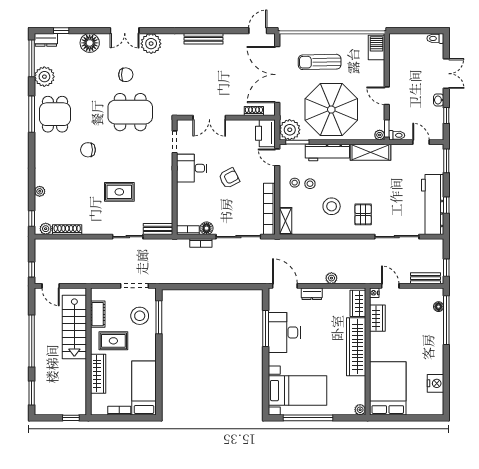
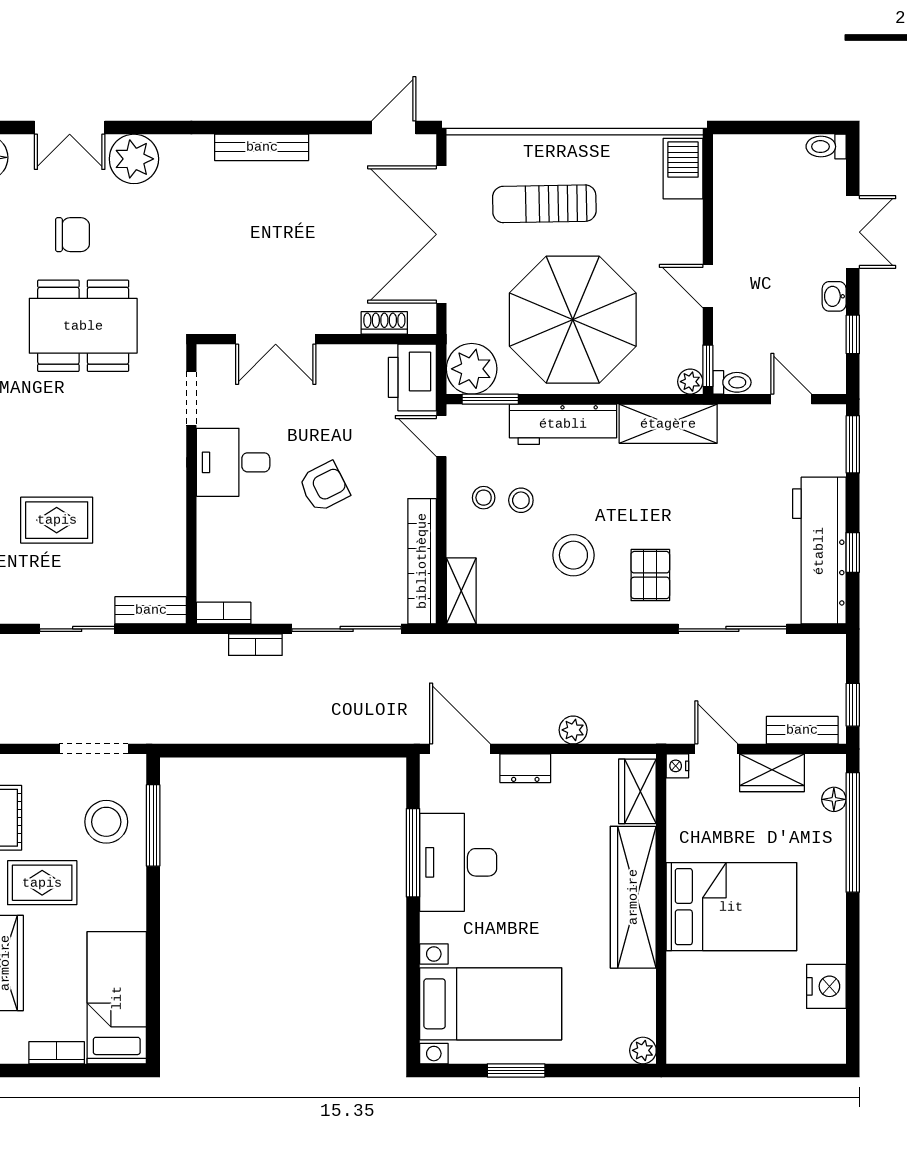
floor lamp: (207, 228) -> (269, 609), removed
wardrobe: (377, 318) -> (772, 773), moved, turned 90
bed: (388, 388) -> (731, 907), moved, turned 90
window: (308, 418) -> (516, 1070), width x0.47

